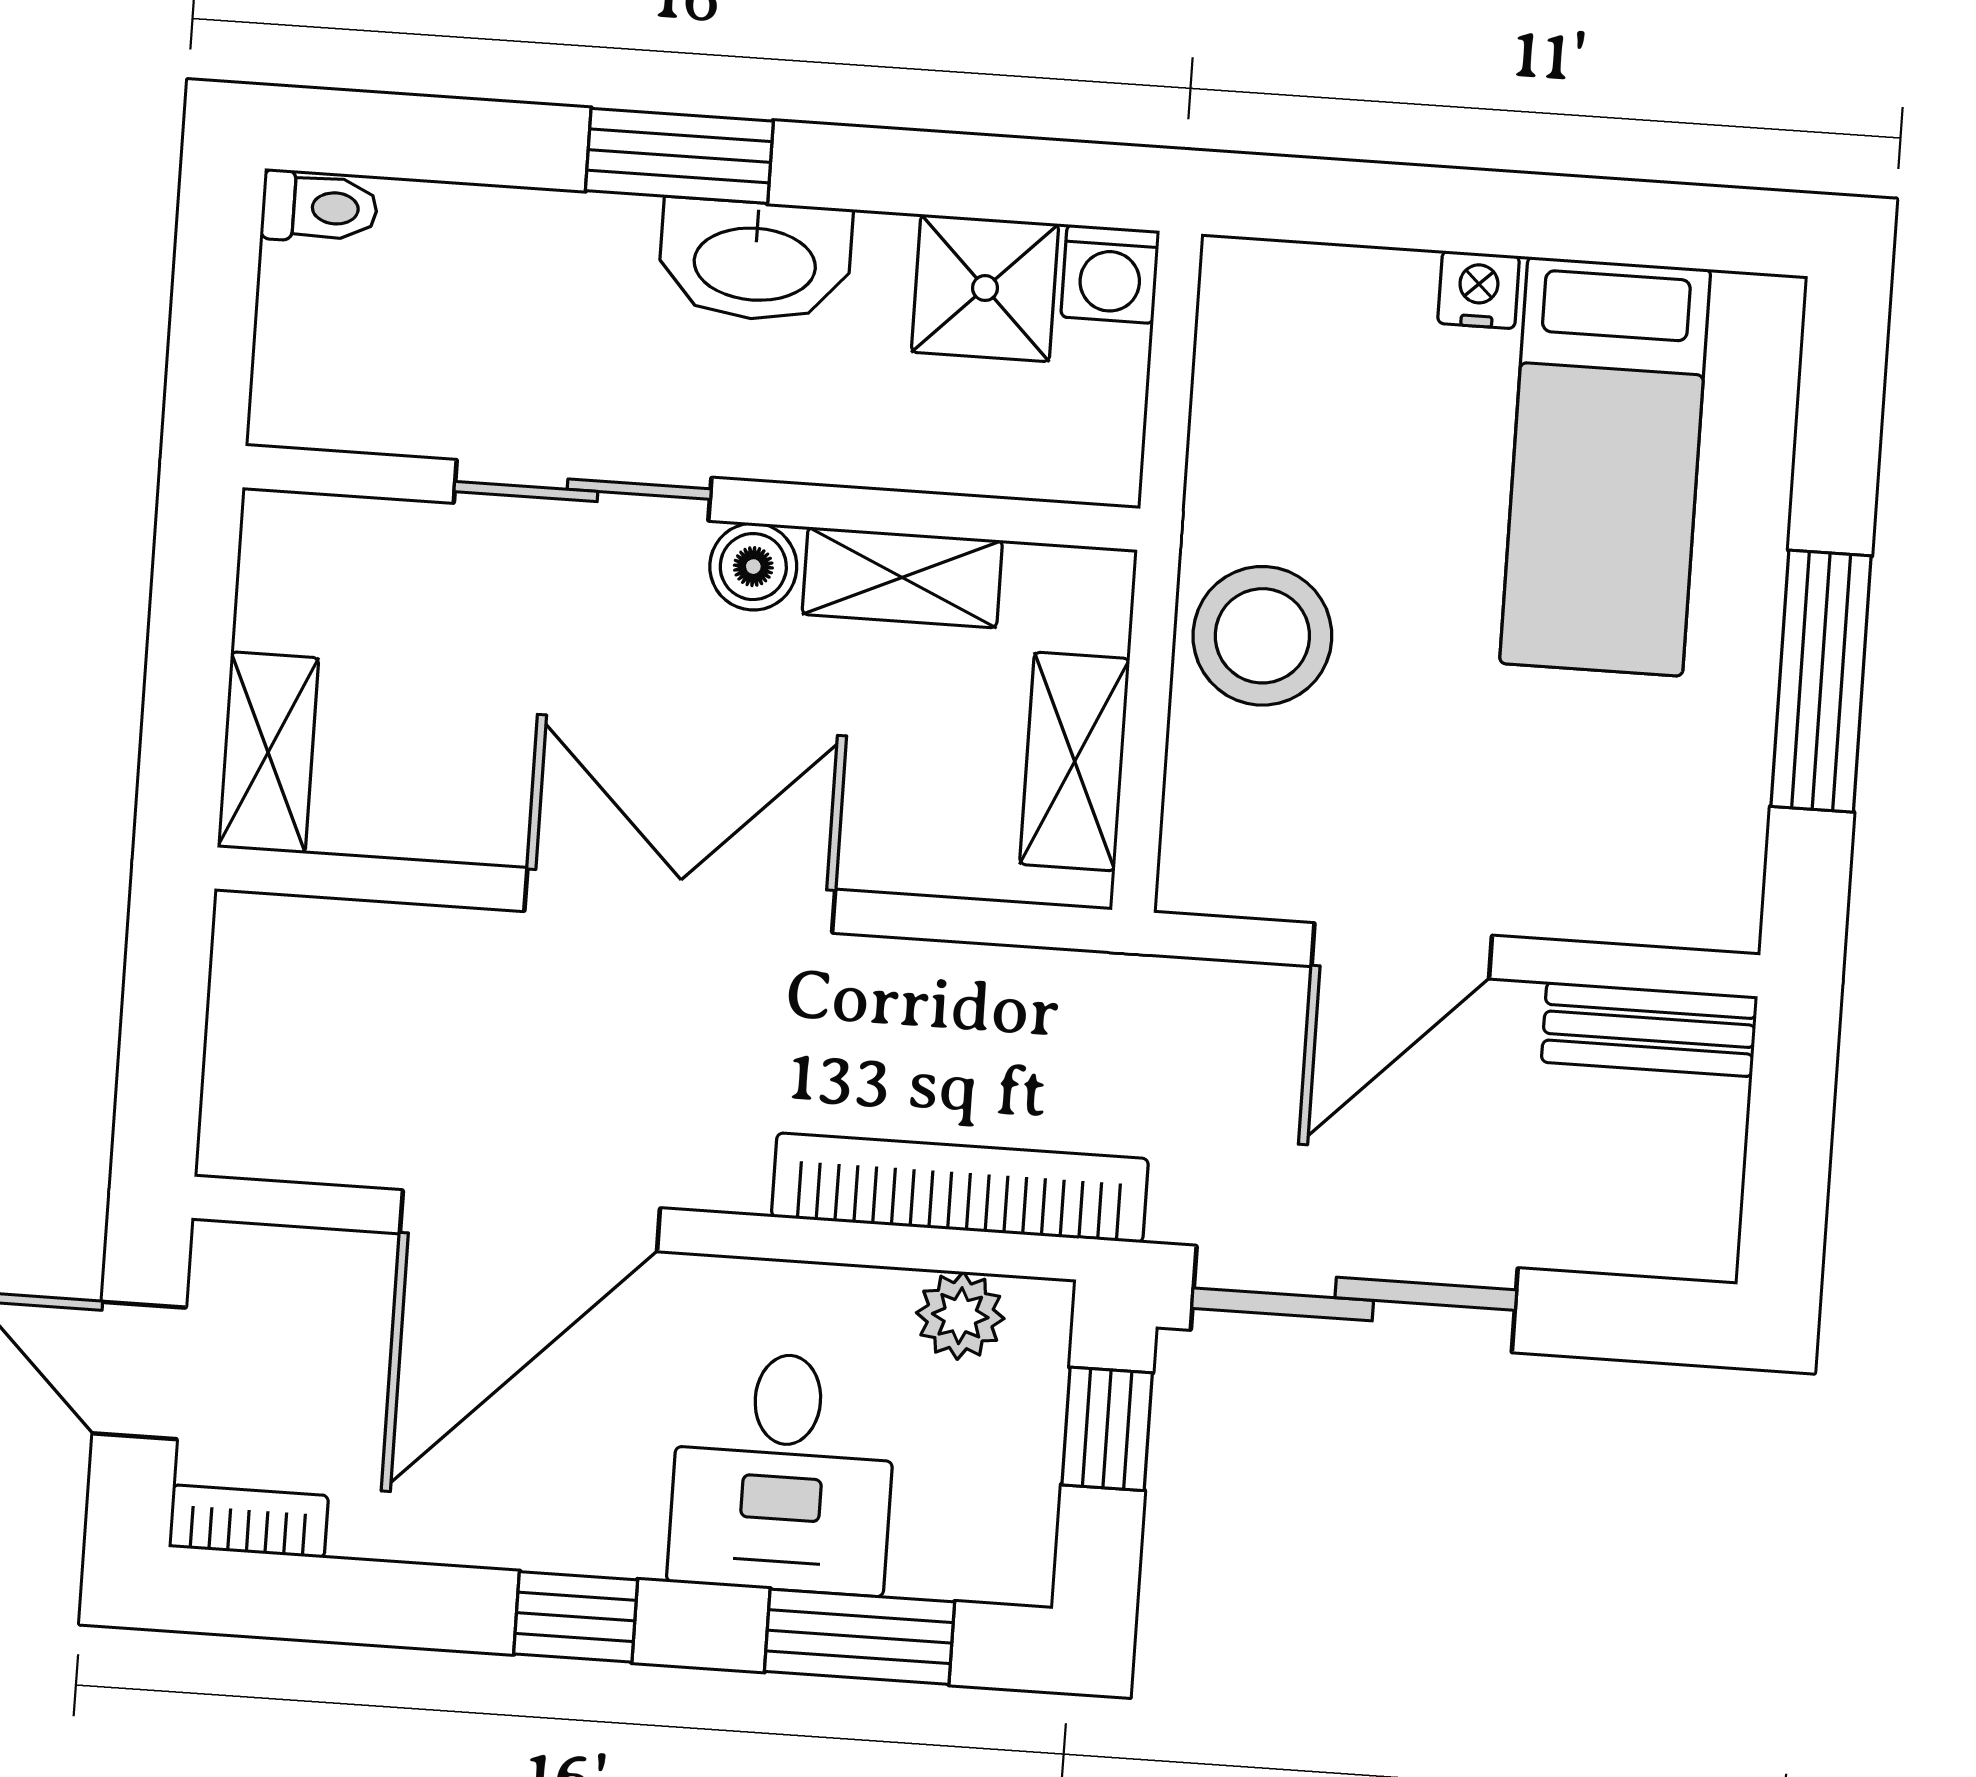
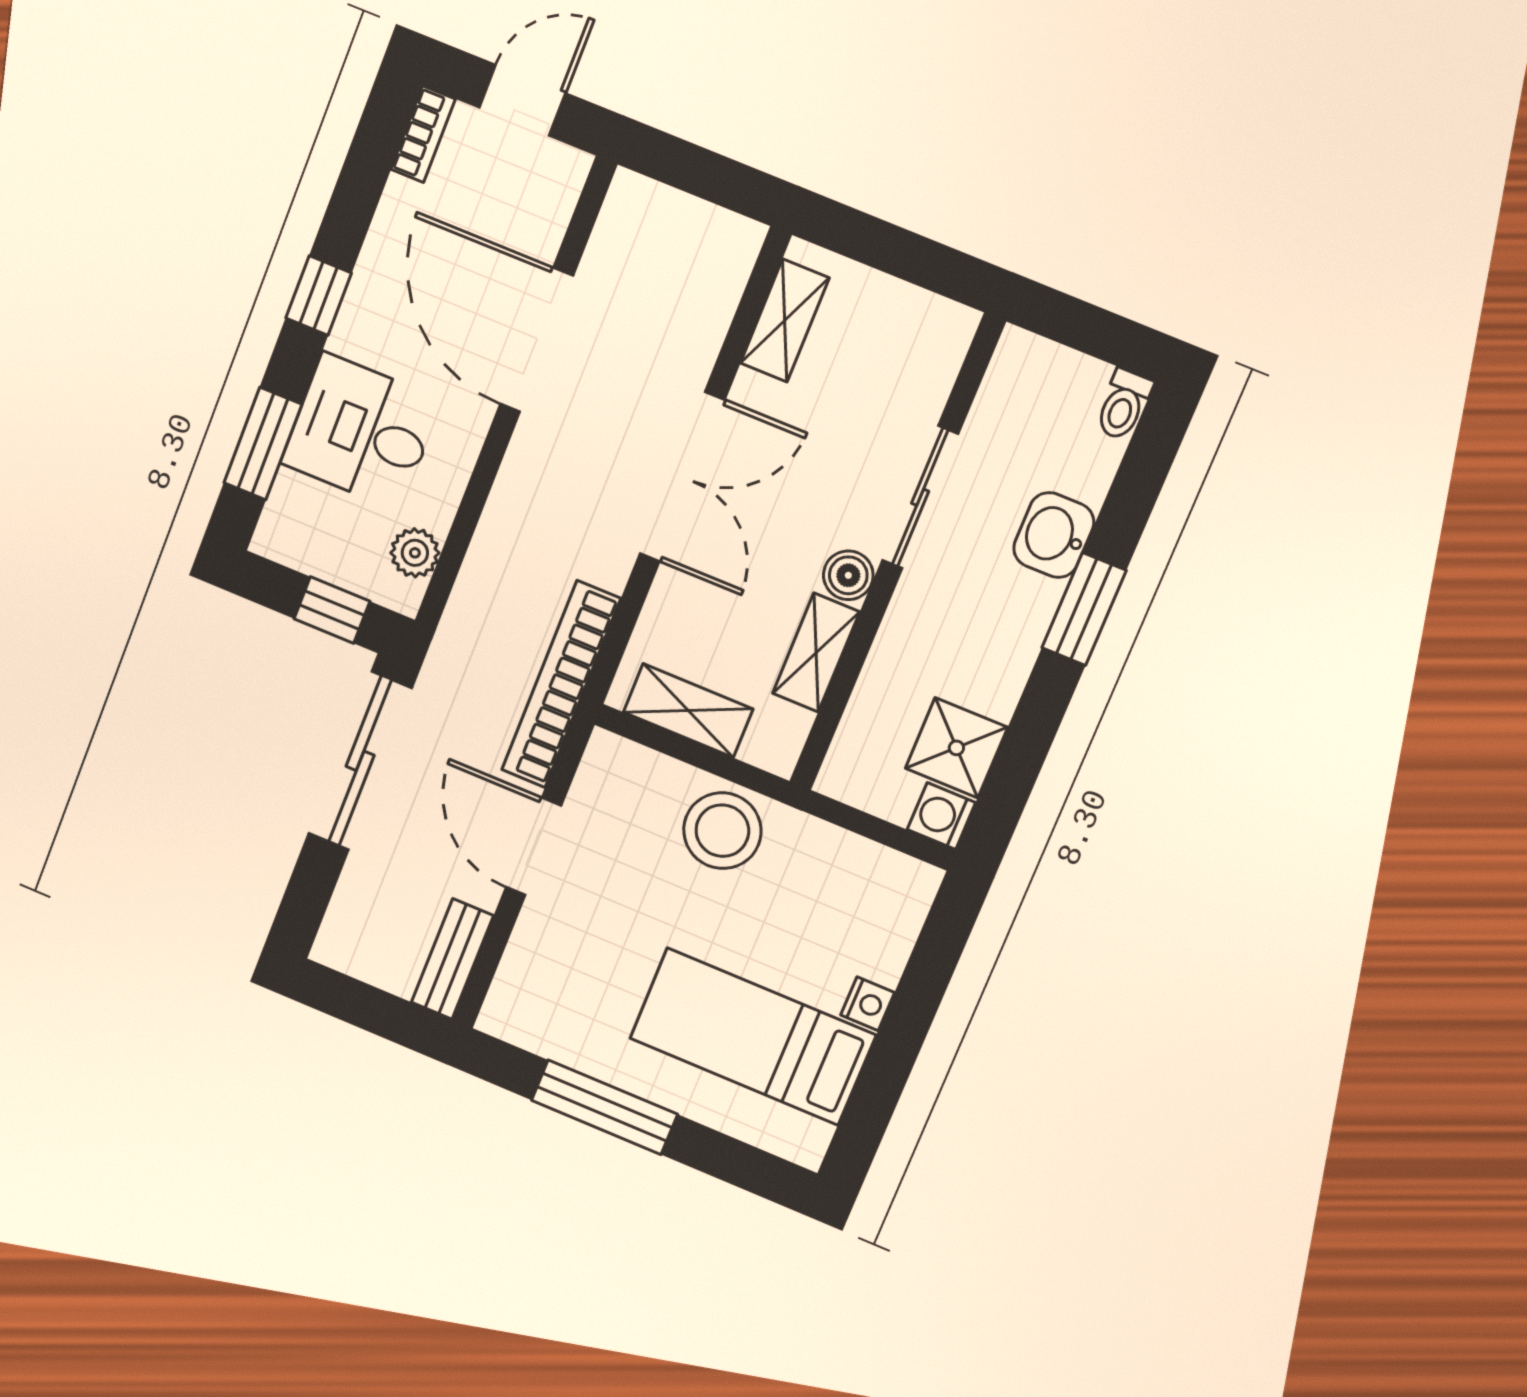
washbasin: (755, 261) -> (1054, 535), moved, width x0.72
shelving: (268, 753) -> (785, 320), moved, turned 90
bookcase: (960, 1188) -> (561, 684), moved, turned 180

